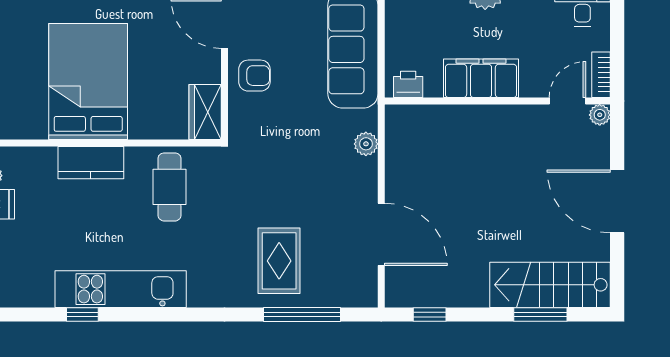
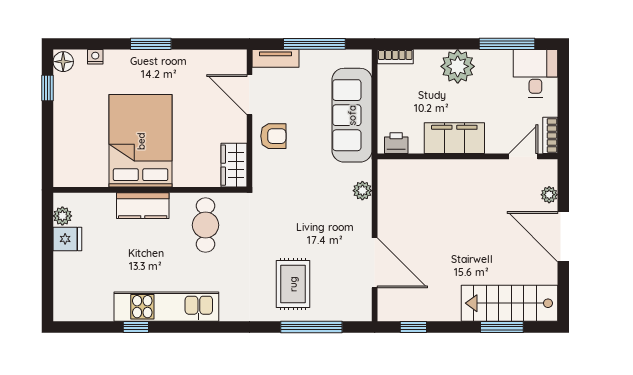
plant: (600, 115) -> (549, 195), moved

